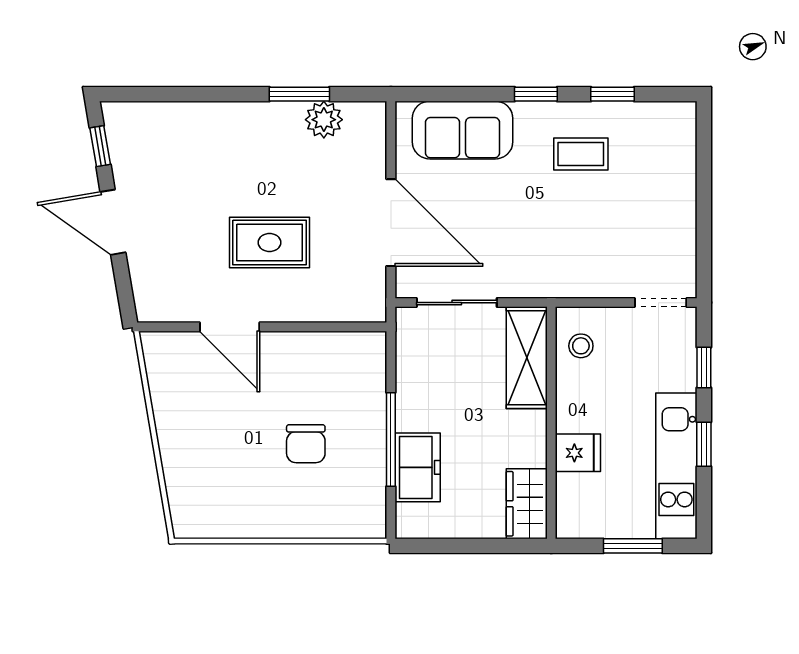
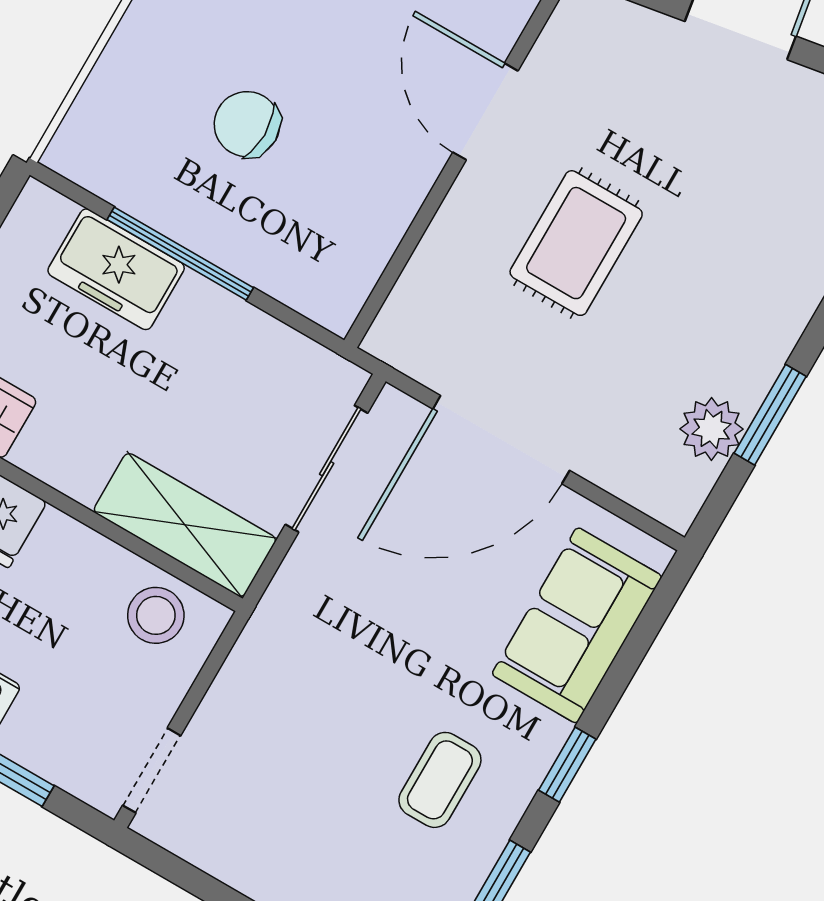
door: (230, 327) -> (485, 112), hinge flipped
stool: (581, 346) -> (156, 615), width x1.37, depth x1.37

